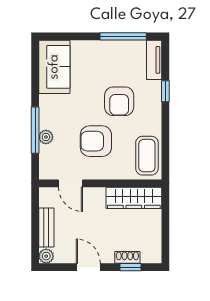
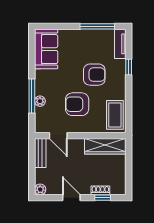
armchair: (119, 101) -> (94, 75), turned -90
bench: (46, 227) -> (40, 153), moved

